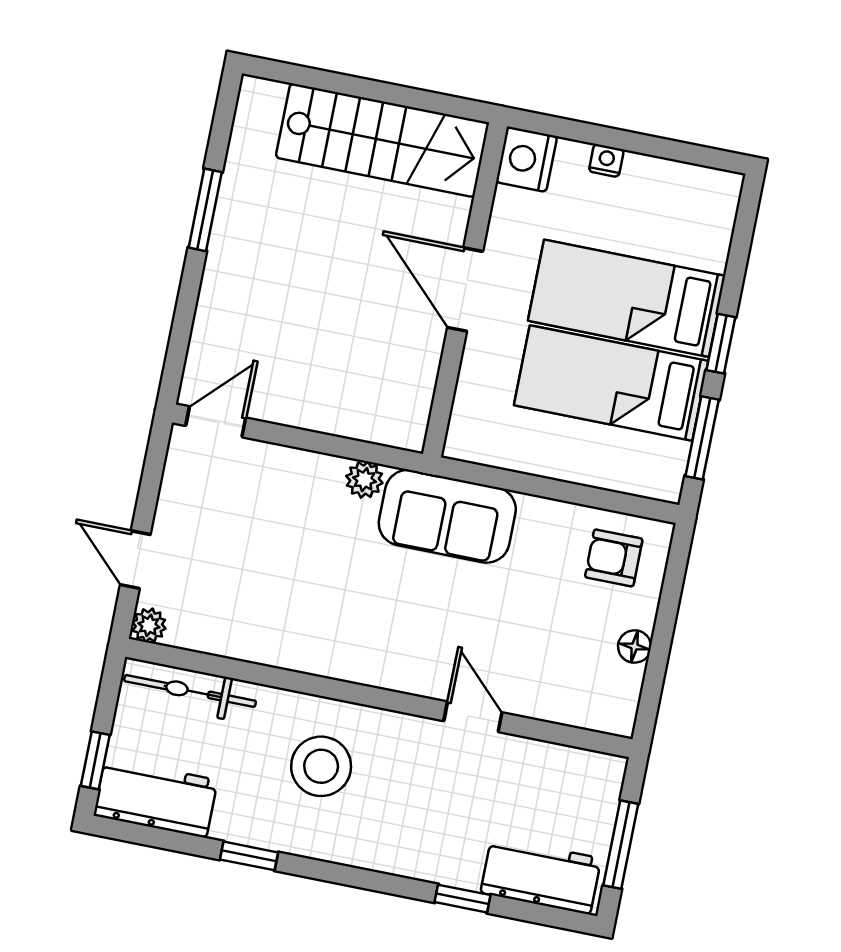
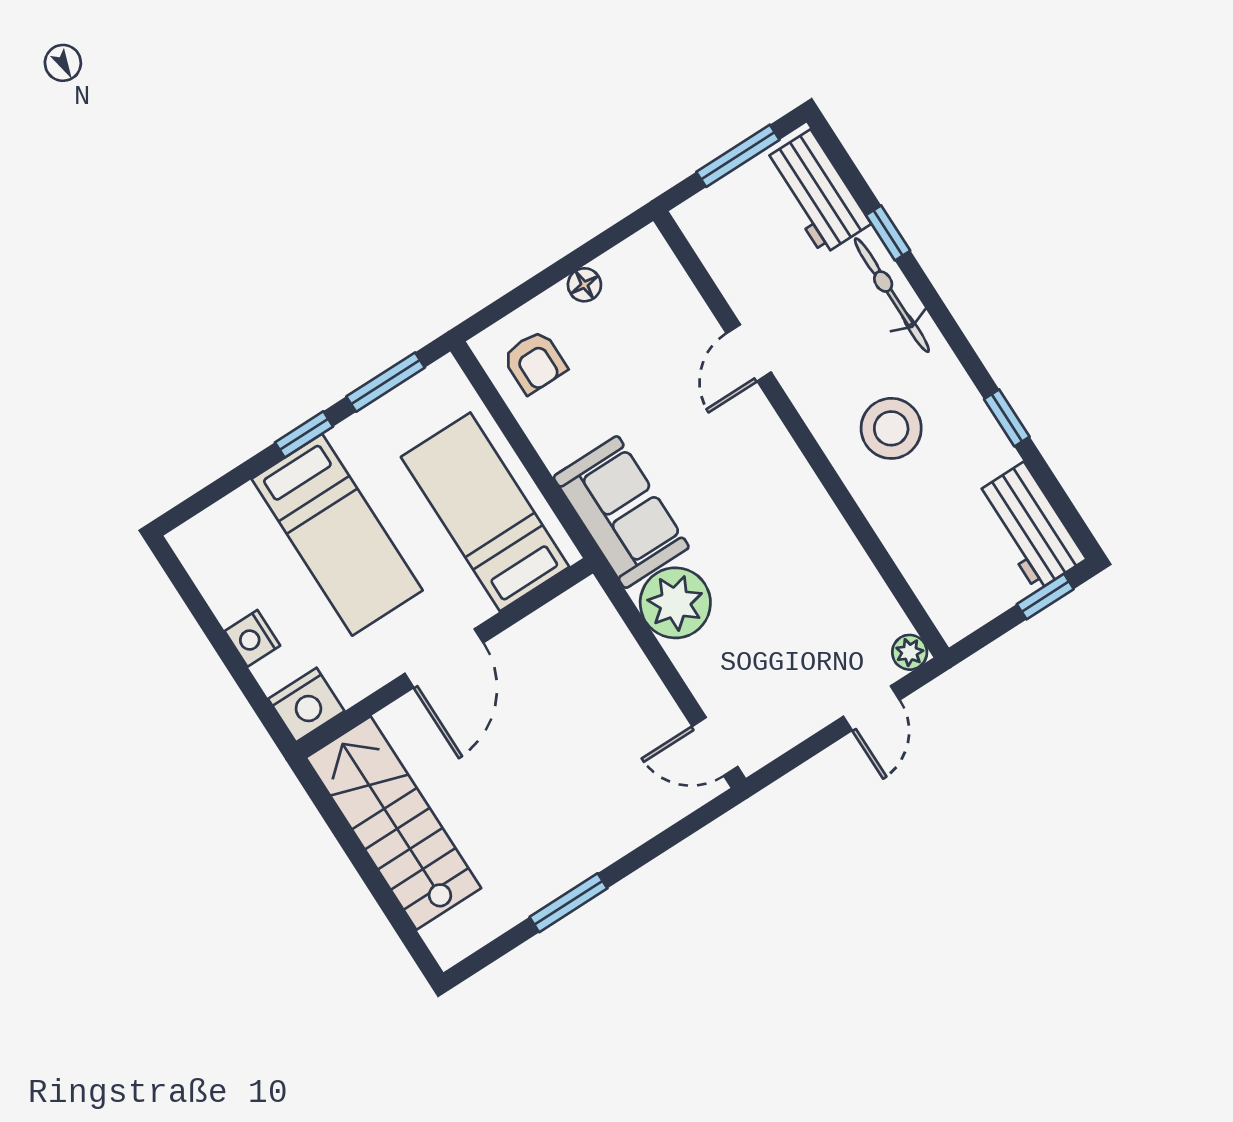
nightstand: (606, 160) -> (252, 638), width x1.39, depth x1.35
bed: (611, 383) -> (485, 512), moved, turned 180
plant: (364, 480) -> (675, 603), width x1.87, depth x1.87
bicycle: (190, 691) -> (892, 295), moved, turned 180

